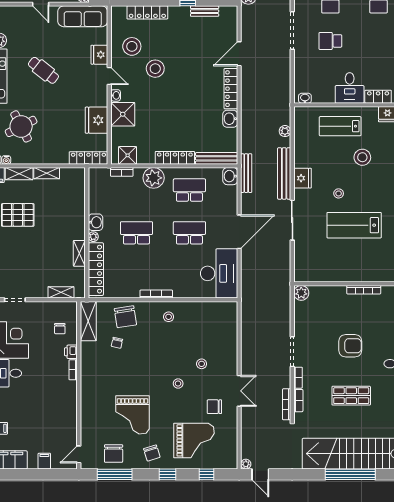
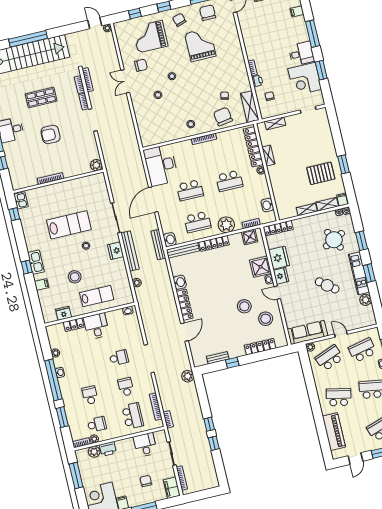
fridge: (99, 55) -> (281, 276), moved
washbasin: (95, 222) -> (267, 205), moved

